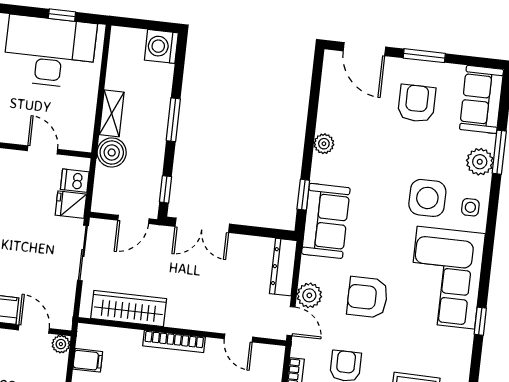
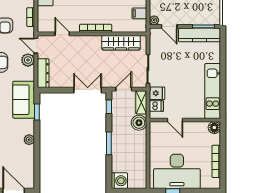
shelving: (112, 113) -> (141, 102), moved

